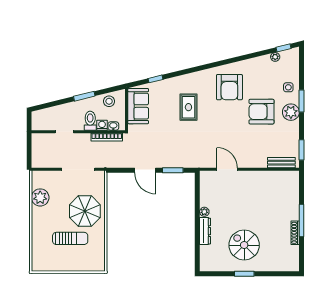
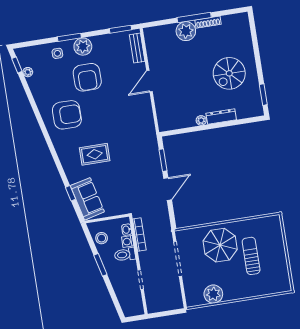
sofa: (138, 106) -> (87, 199), moved, turned 76
door: (227, 169) -> (149, 81), moved
plant: (290, 211) -> (186, 31), added
window: (244, 274) -> (263, 95), moved

